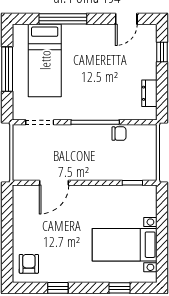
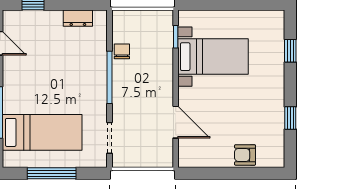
bed with nightstands: (125, 245) -> (213, 57), moved, turned -90
armchair: (29, 264) -> (245, 155), moved

